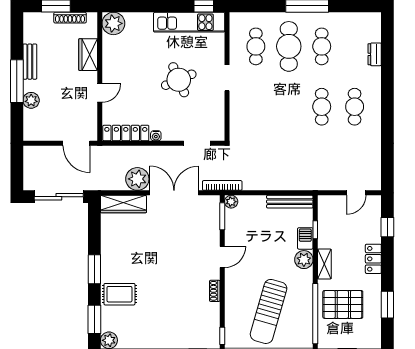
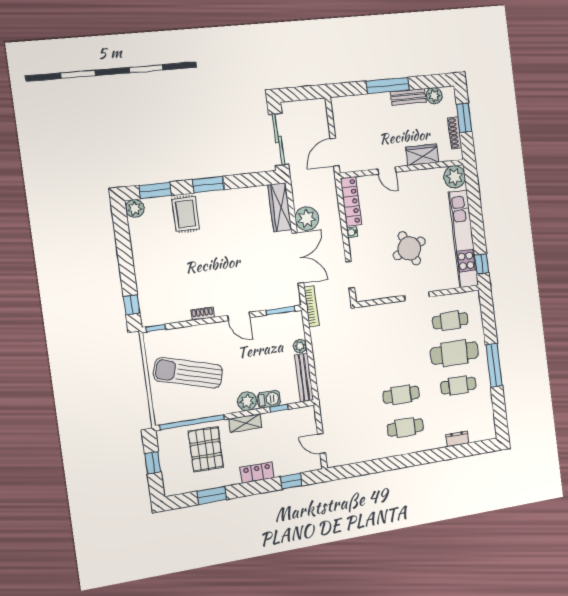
kitchen unit: (189, 22) -> (463, 239), width x1.36
plant: (31, 100) -> (434, 96), moved
plant: (231, 202) -> (300, 346), moved

